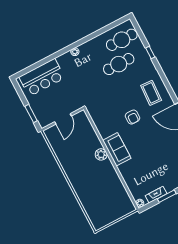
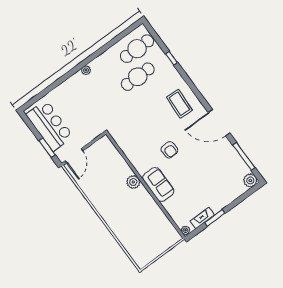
bar counter: (42, 77) -> (50, 126), moved, turned -90
armchair: (133, 117) -> (169, 150), moved
door: (63, 119) -> (74, 156), moved
sofa: (117, 149) -> (158, 184), moved

